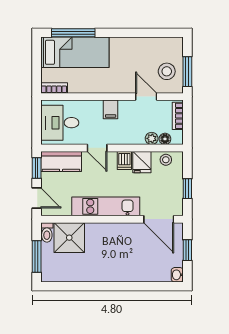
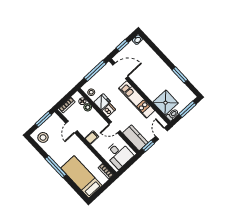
window: (73, 33) -> (56, 167), moved
stool: (167, 71) -> (43, 137), moved
door: (97, 148) -> (114, 127), swing flipped
window: (187, 189) -> (95, 71), width x2.17
door: (159, 219) -> (120, 71), hinge flipped
window: (87, 286) -> (180, 75), added

